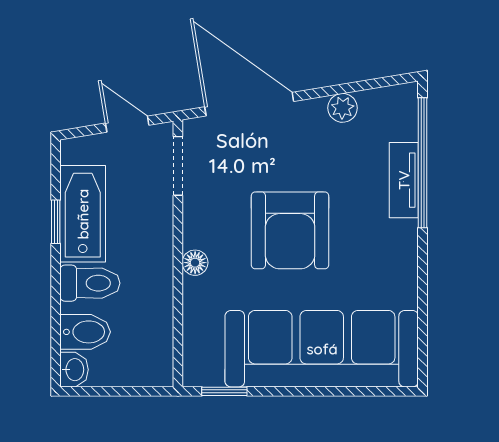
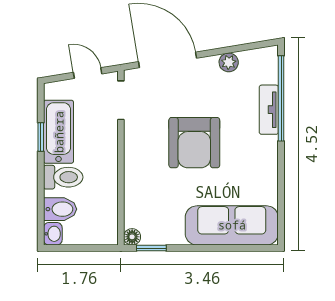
floor lamp: (195, 263) -> (132, 237), moved
sofa: (322, 349) -> (232, 225), width x0.74, depth x0.79

